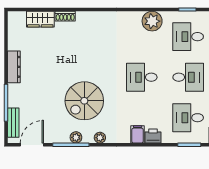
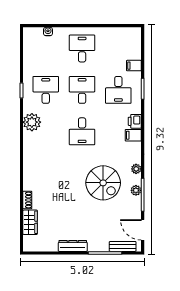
desk: (188, 37) -> (46, 90), turned 180

